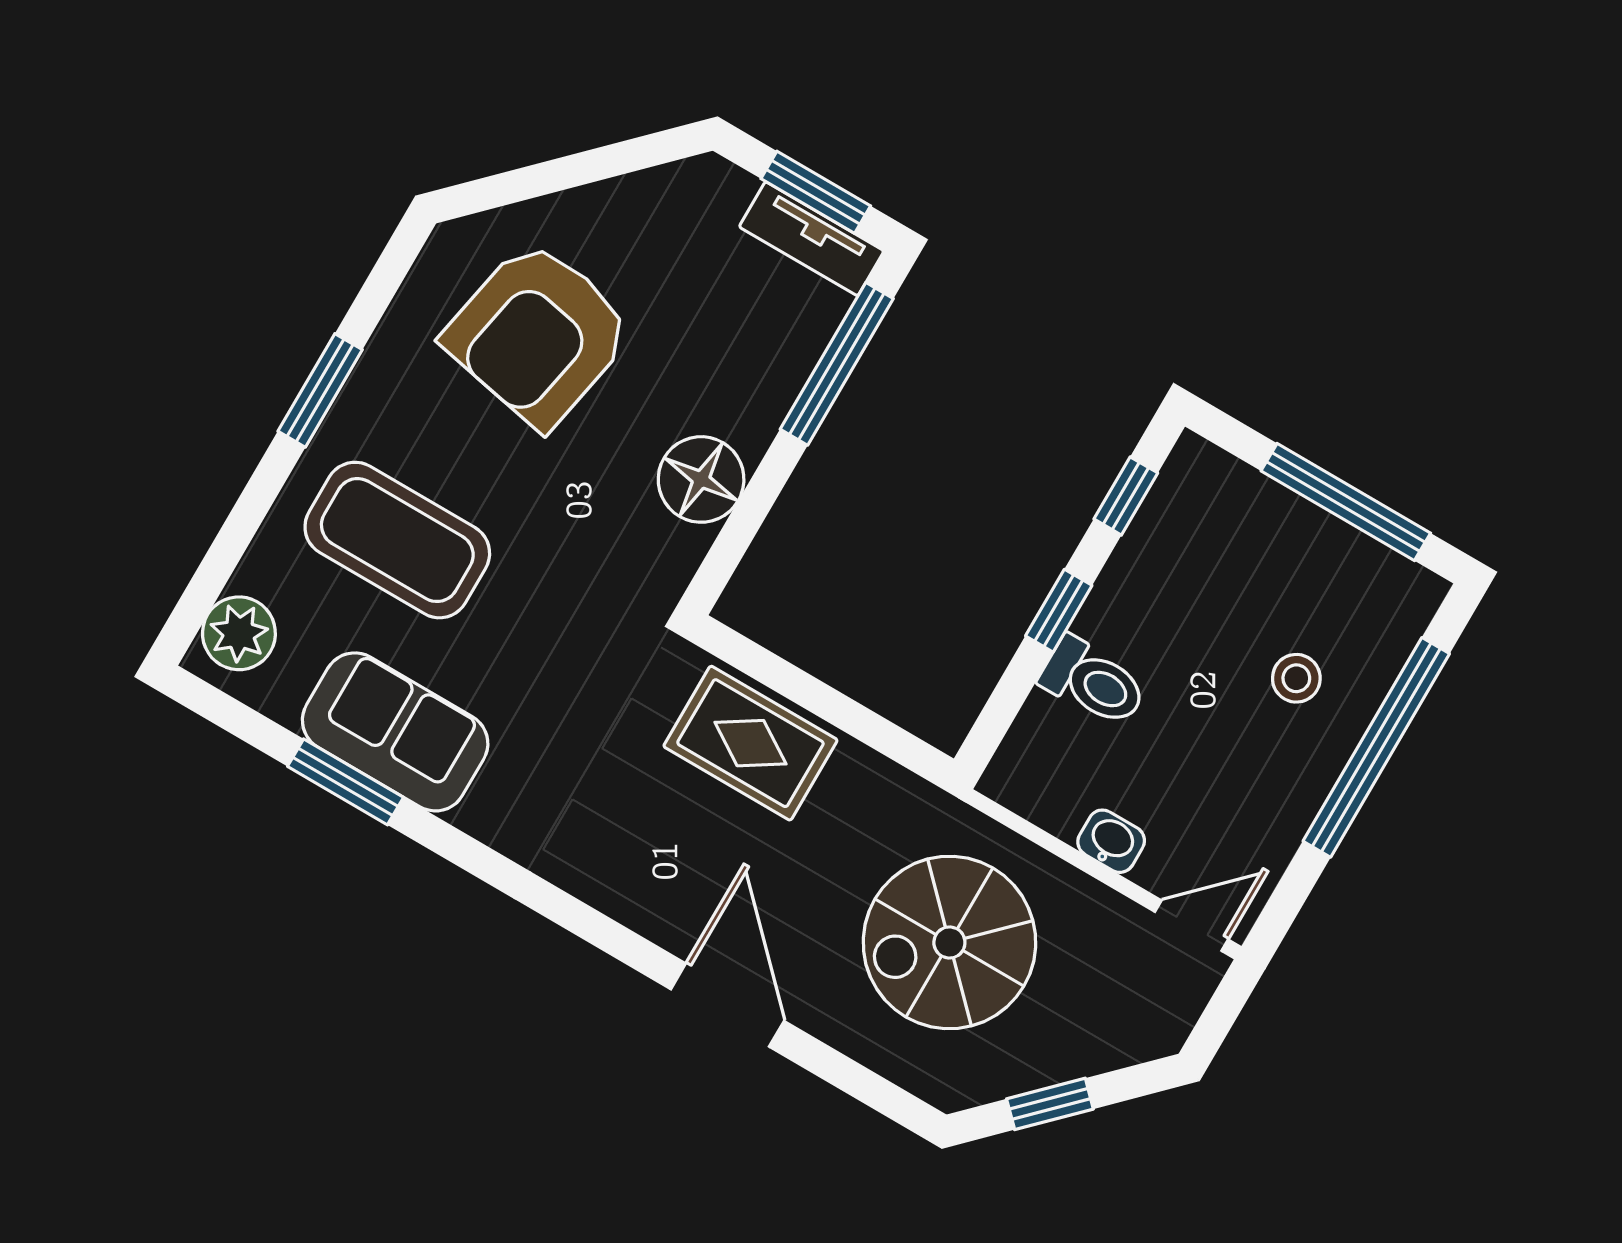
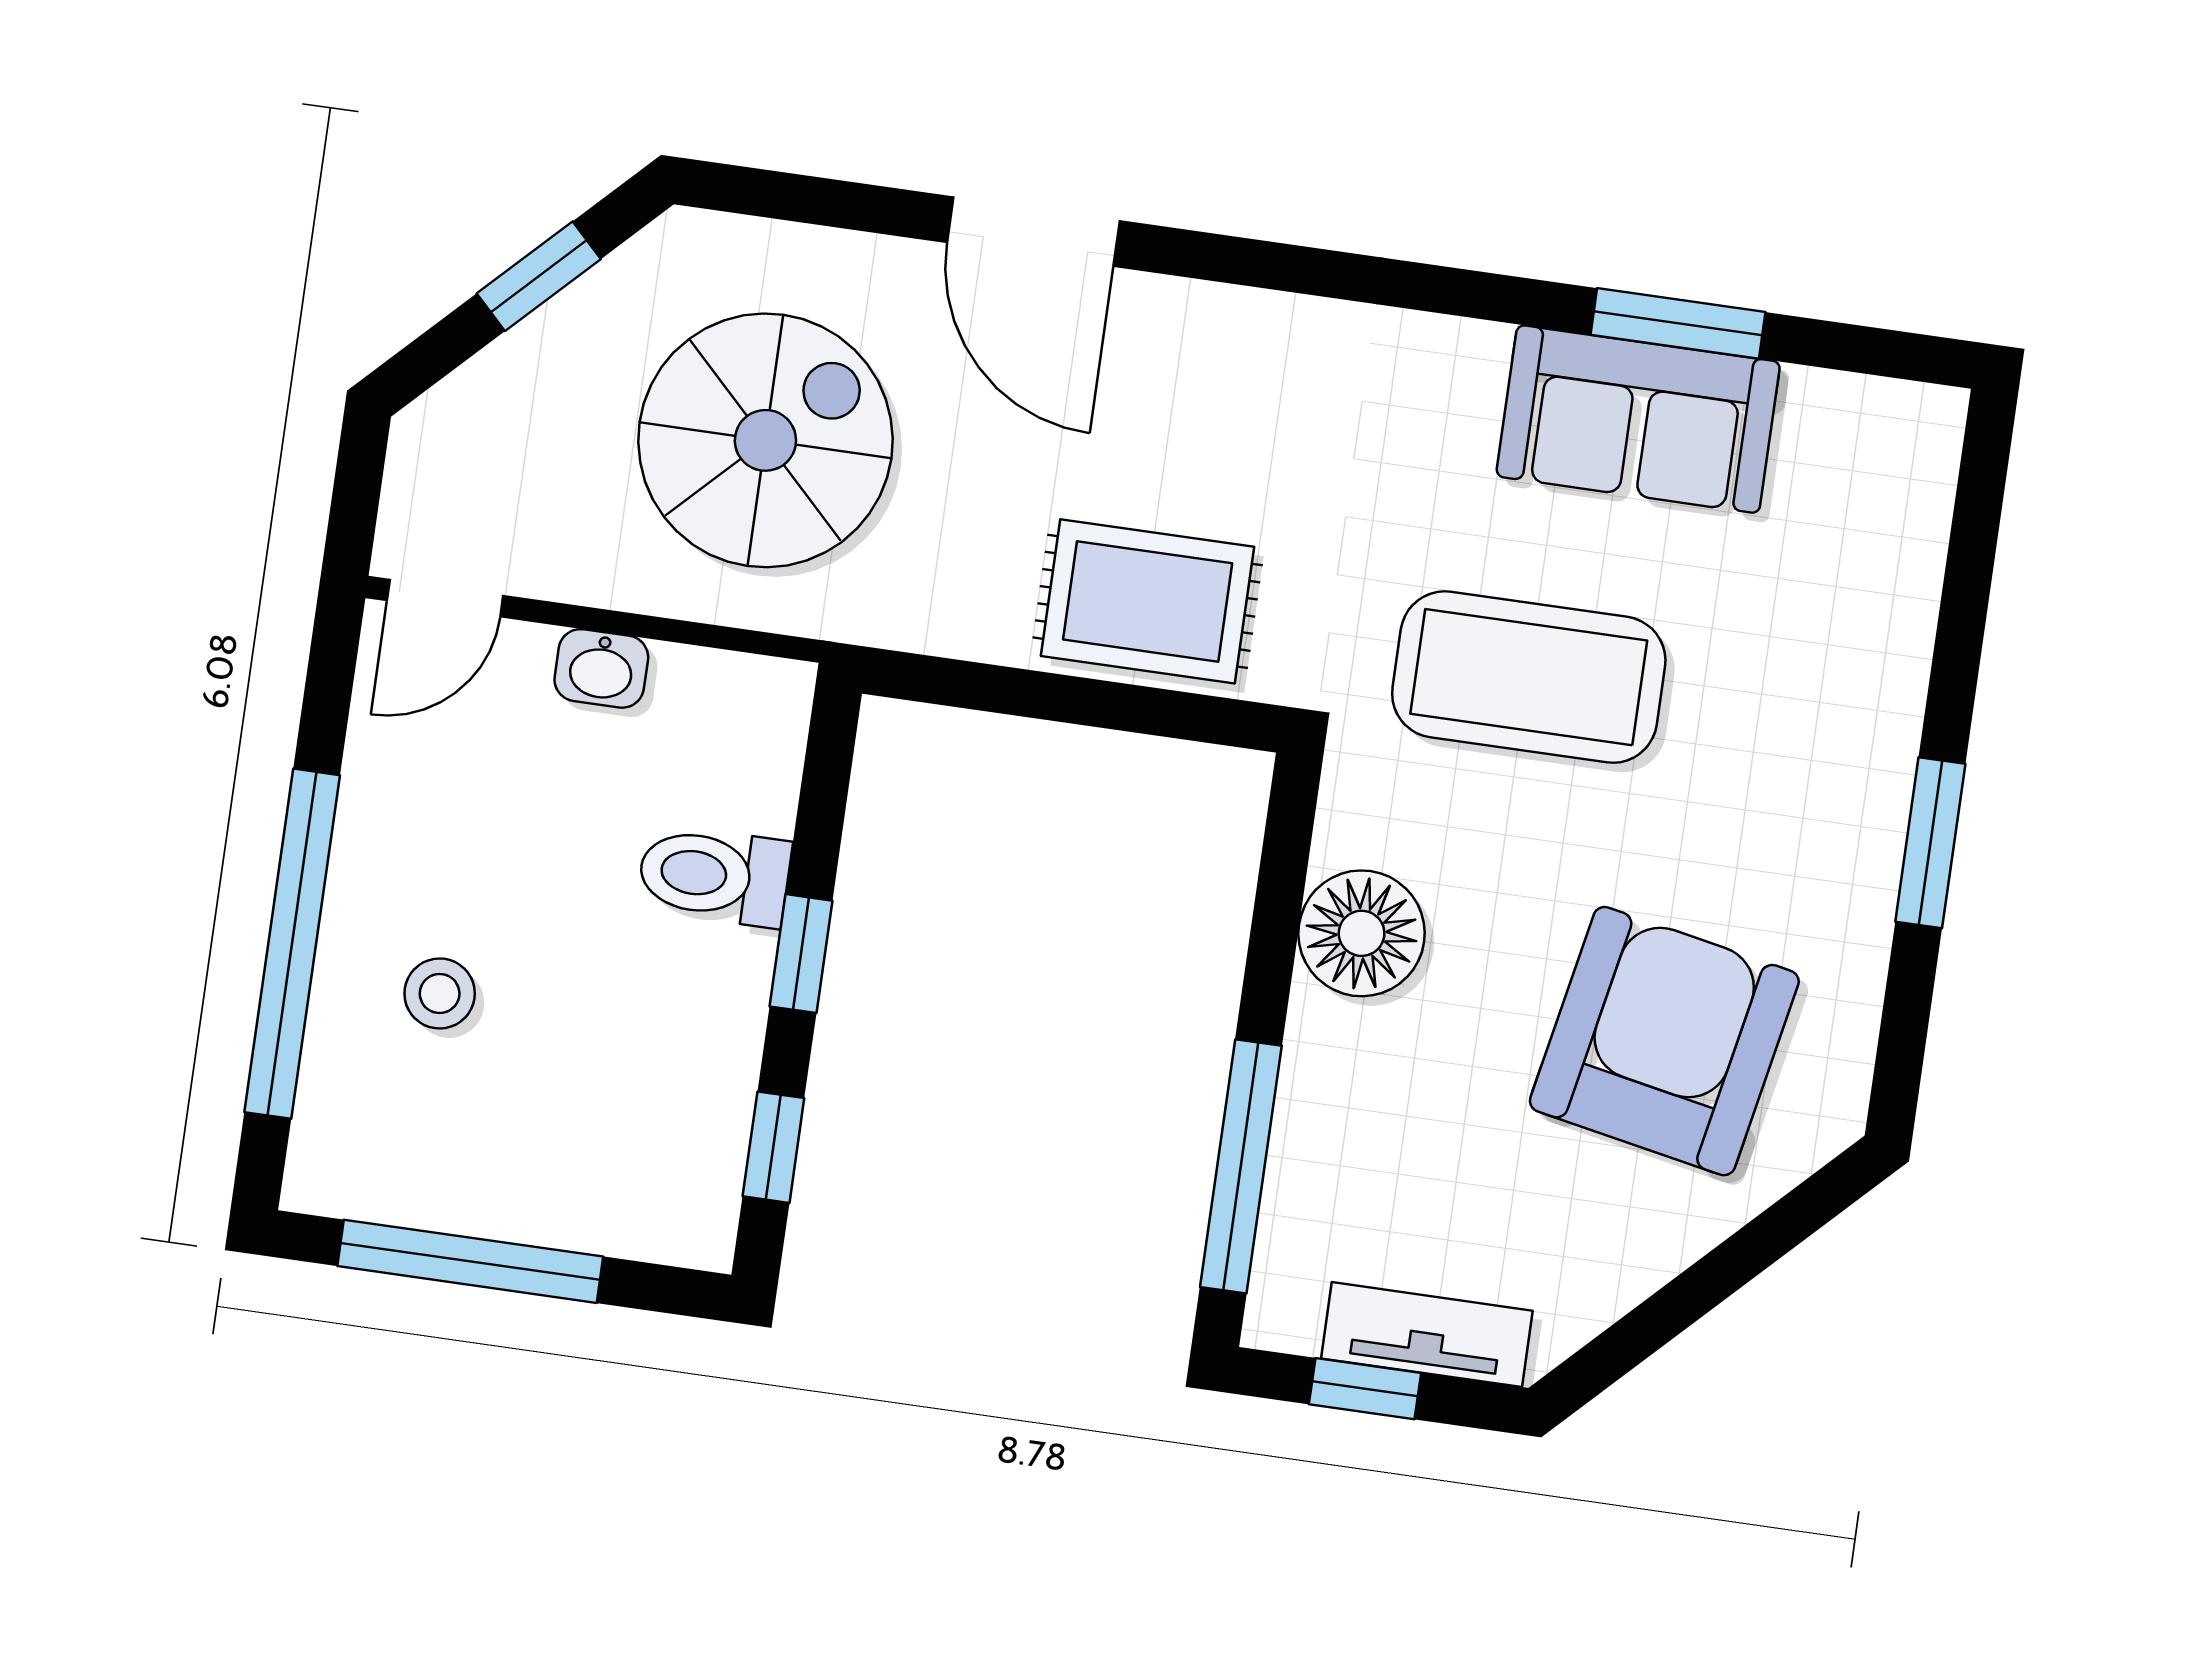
window: (816, 192) -> (1365, 1389), width x0.67
tv unit: (812, 239) -> (1427, 1335), moved
coffee table: (397, 540) -> (1529, 677), moved
plant: (239, 633) -> (1906, 467), removed

